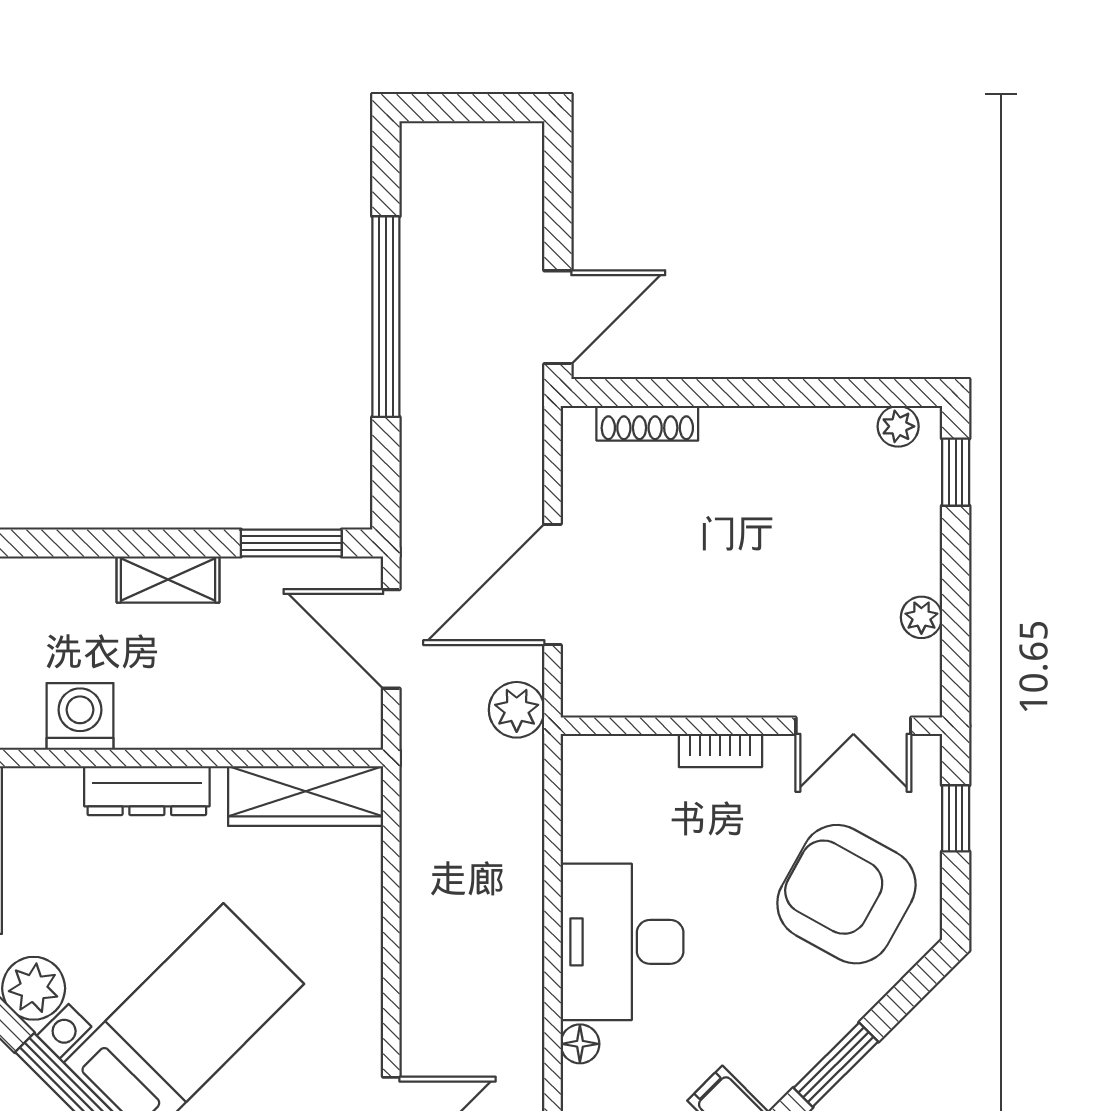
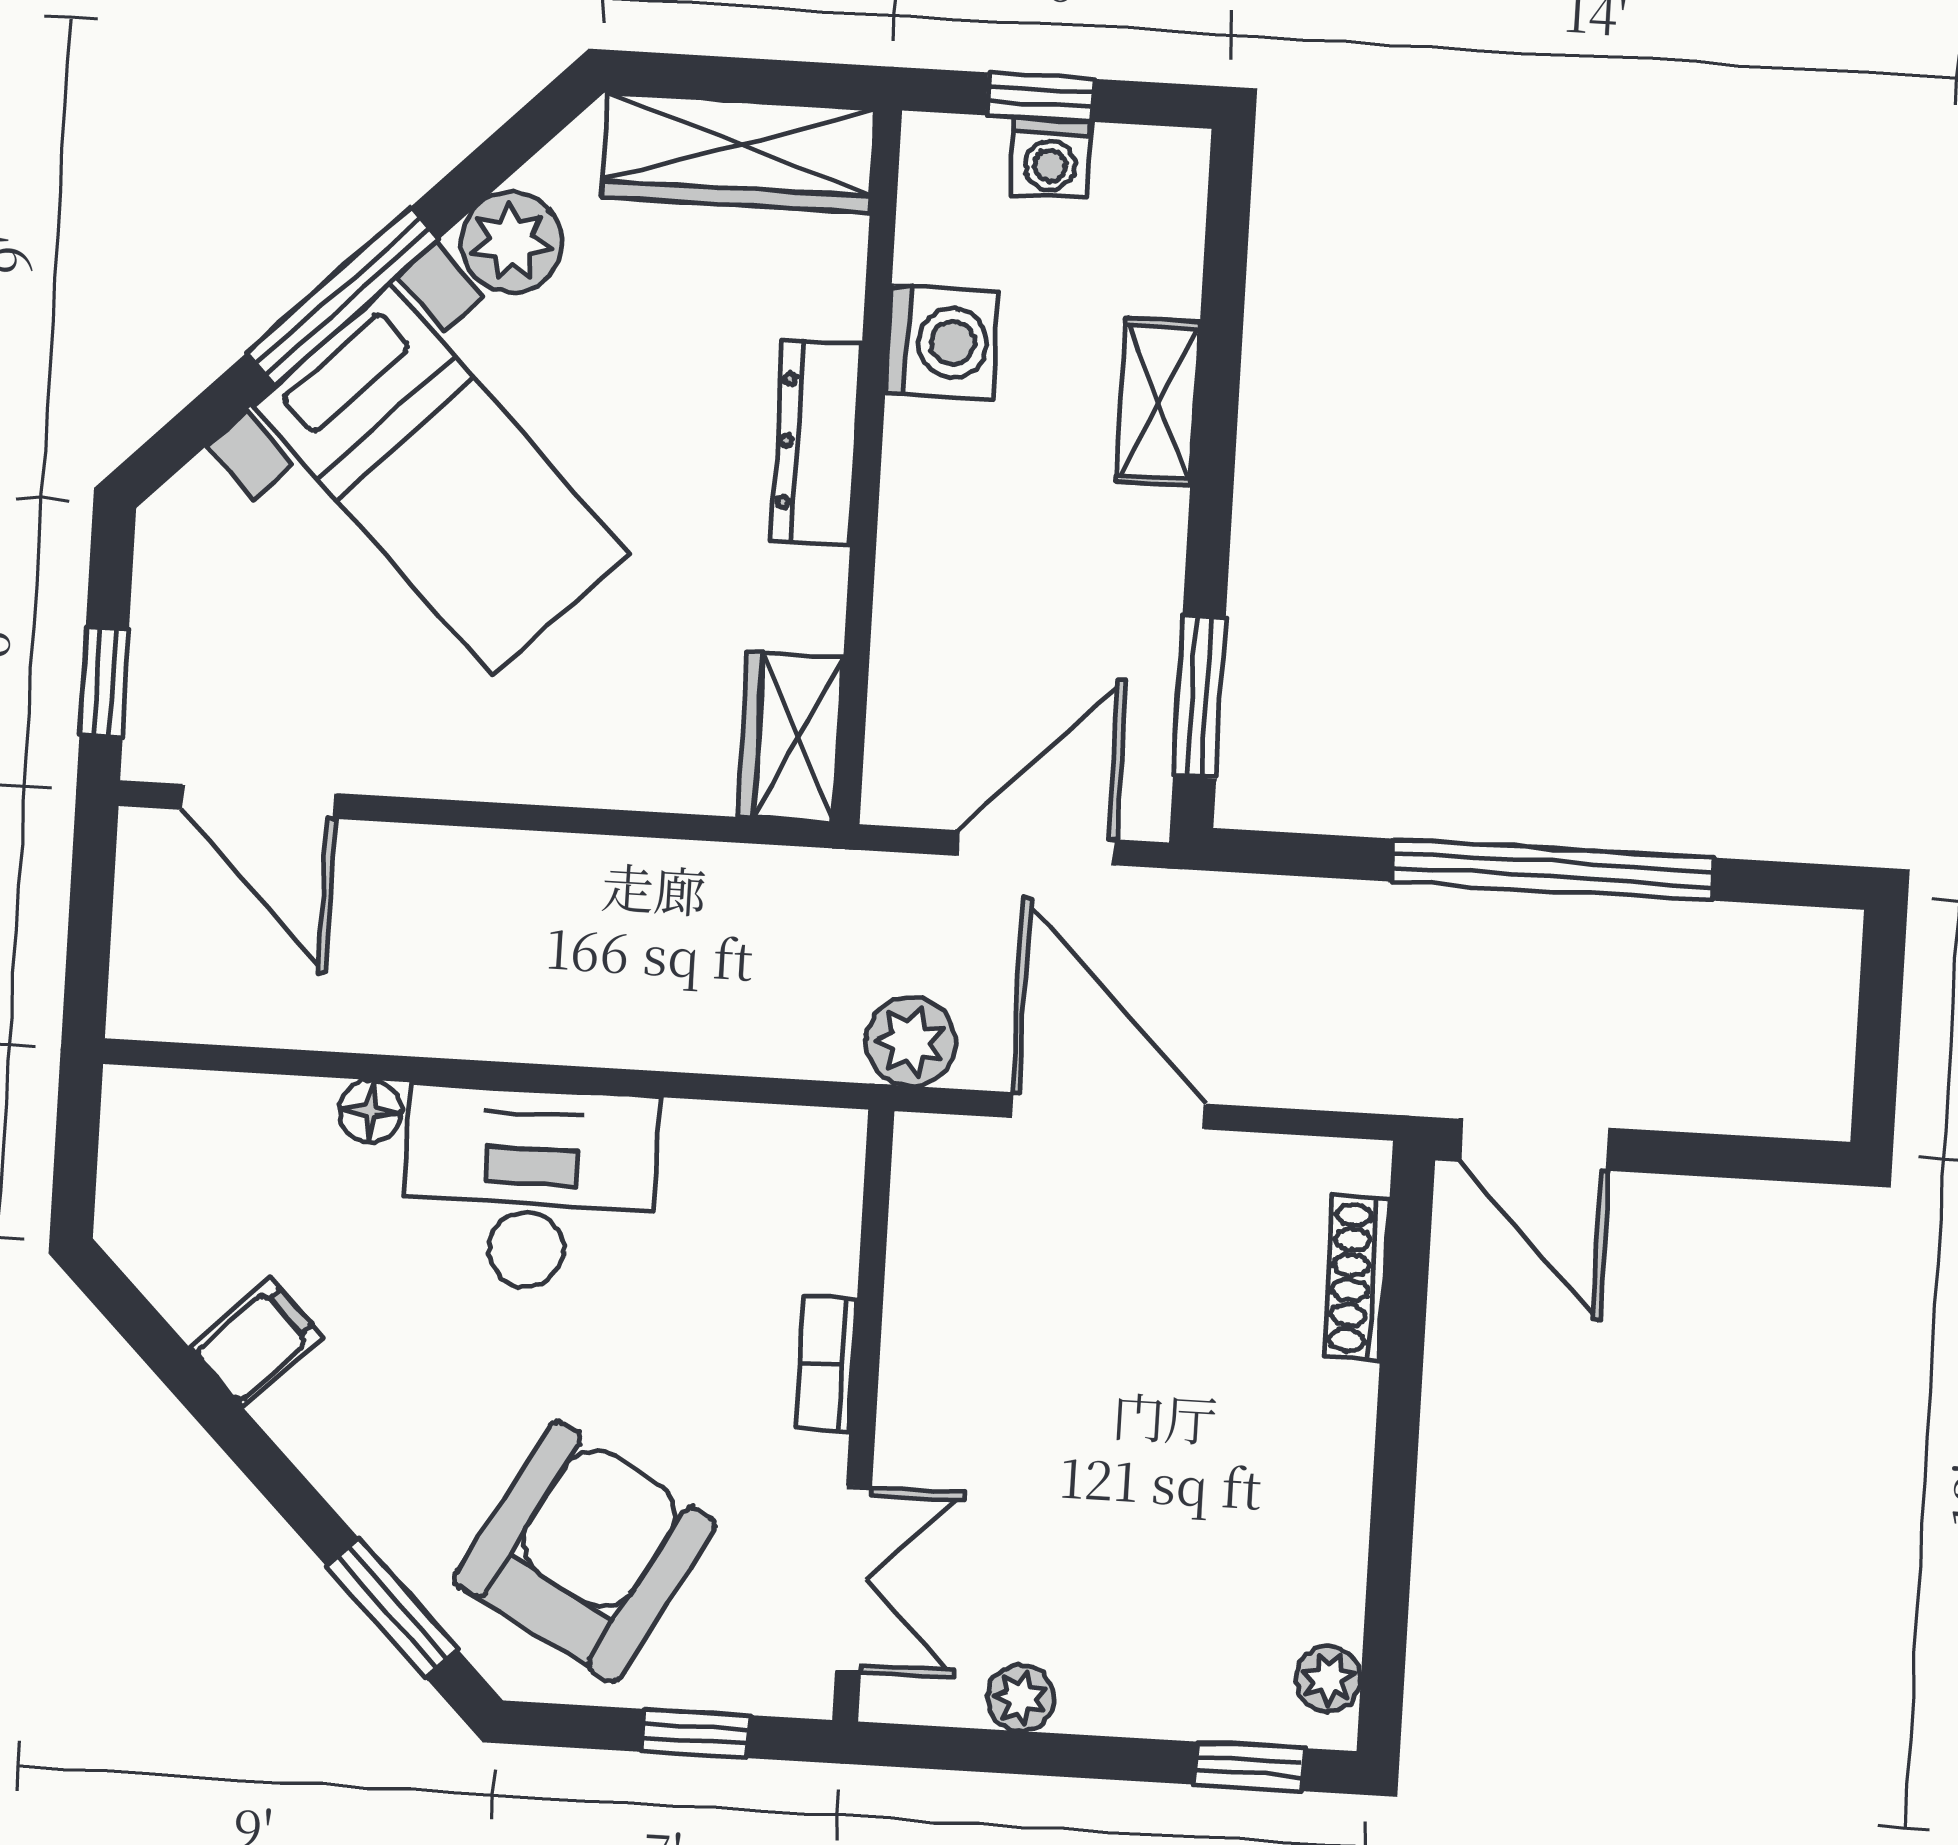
shelving: (168, 580) -> (1158, 402), moved
double door: (853, 726) -> (854, 1579), swing flipped
wardrobe: (306, 796) -> (791, 737), width x0.67
window: (836, 1065) -> (392, 1608), moved

